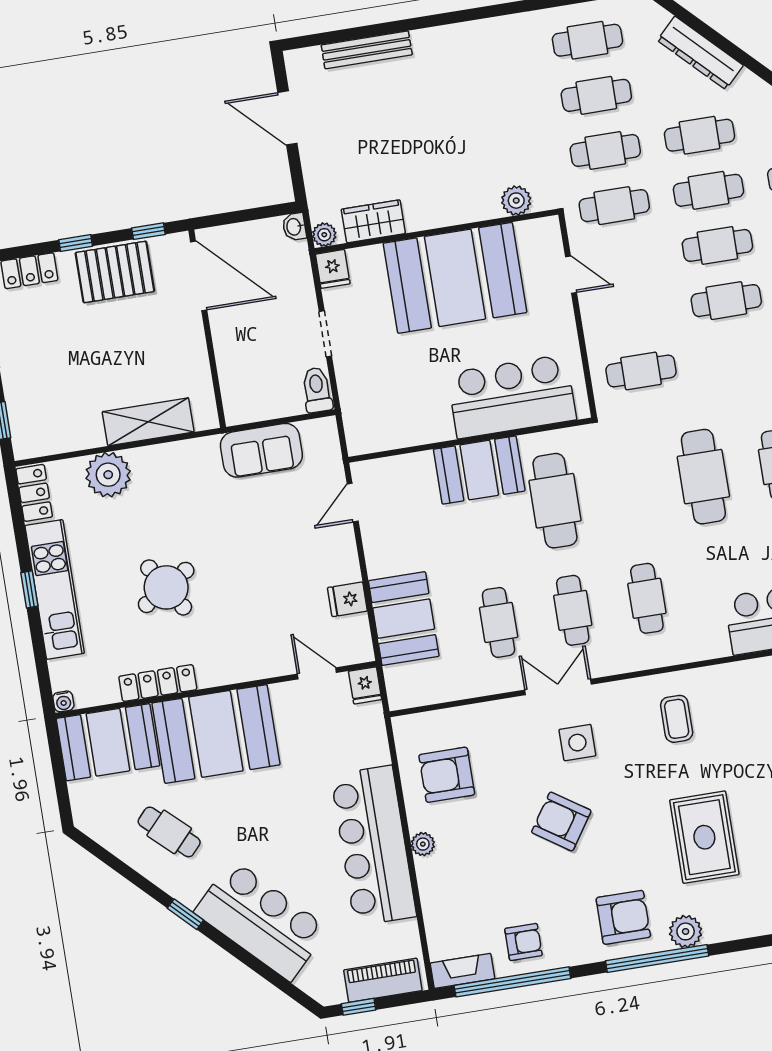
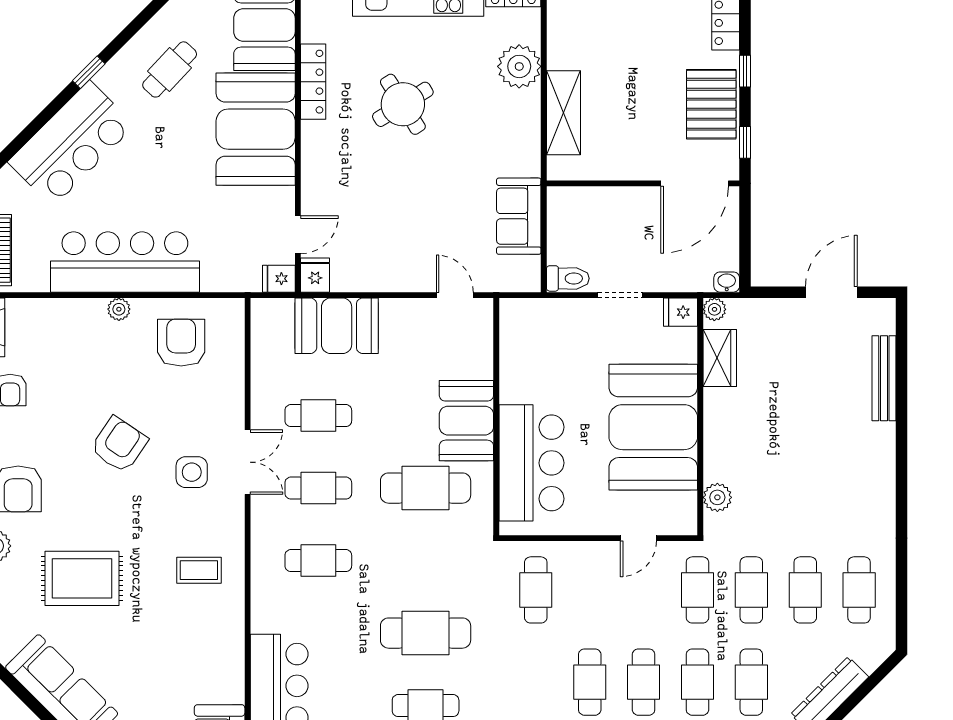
fridge: (347, 599) -> (315, 275), moved

